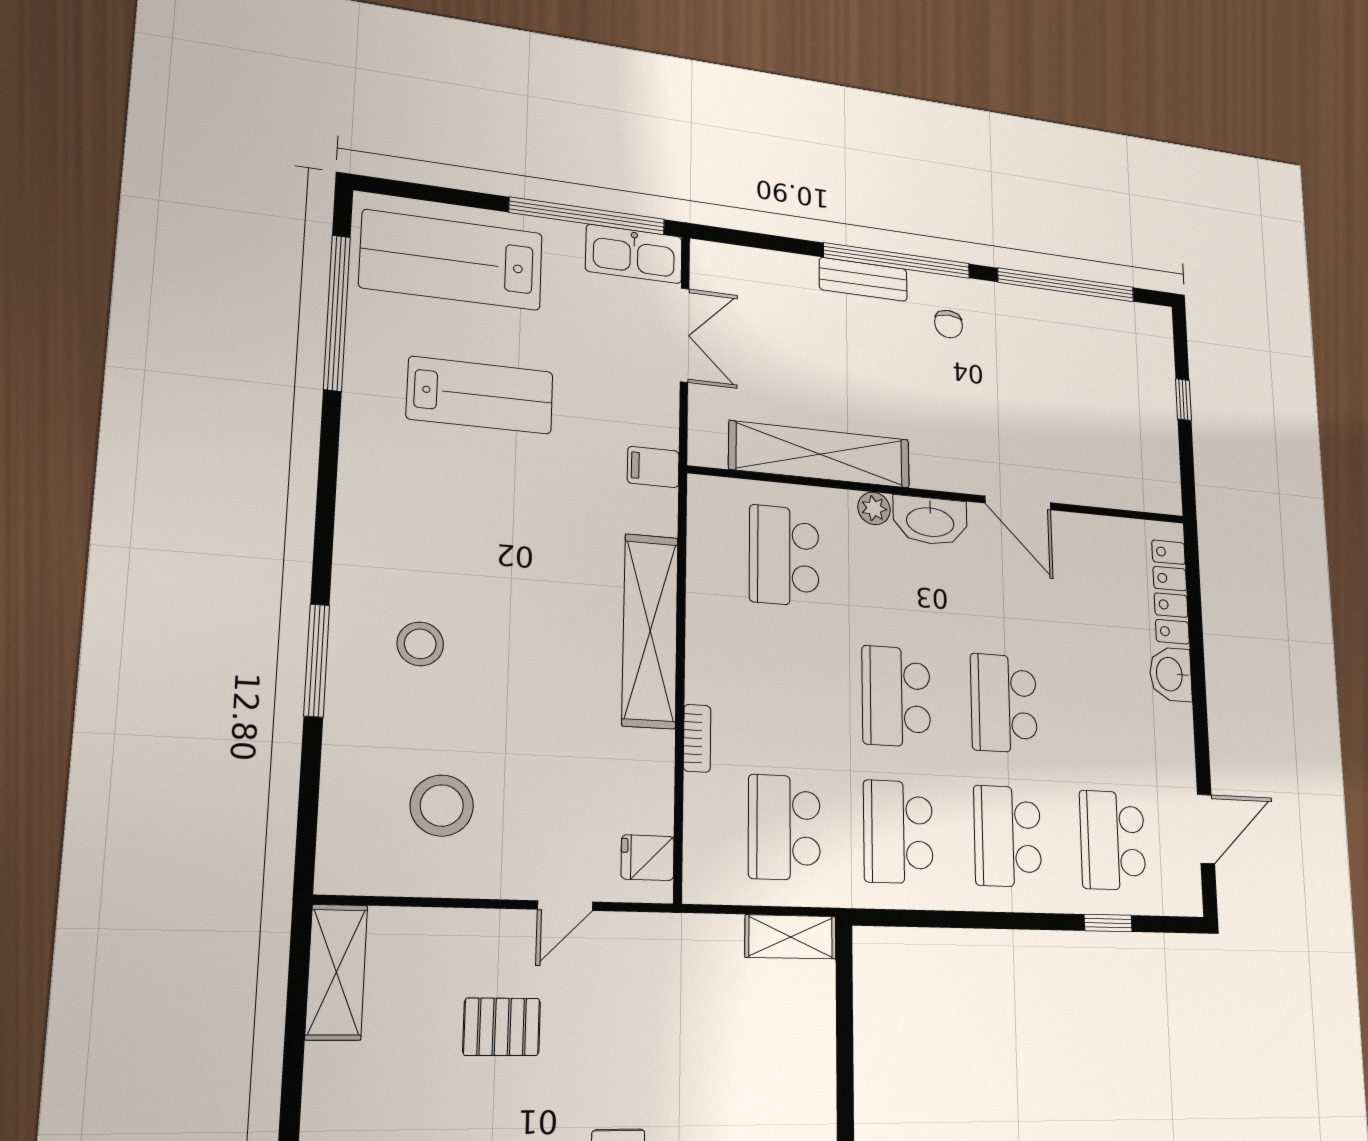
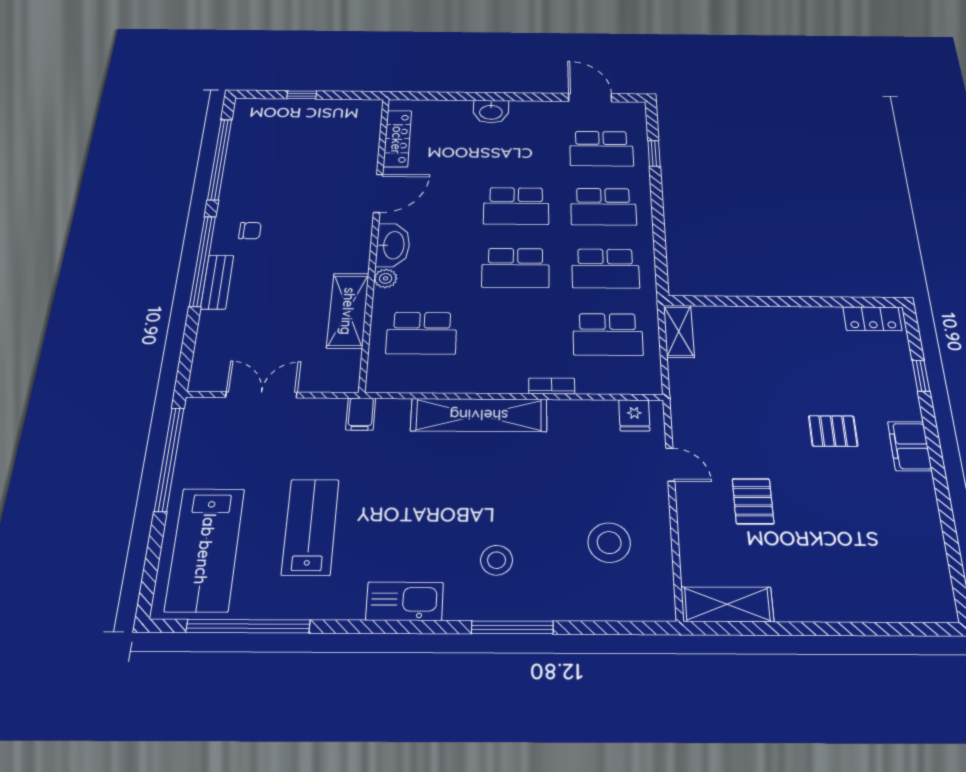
kitchen sink: (634, 254) -> (405, 601), moved, turned -90
shelving: (820, 454) -> (348, 311), width x0.68
locker: (1170, 592) -> (397, 139), moved, turned -90

